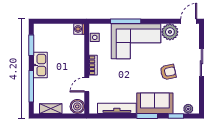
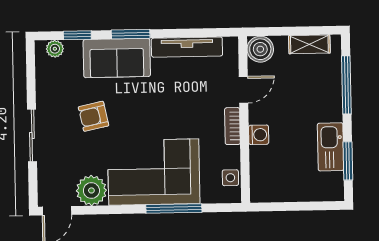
washing machine: (79, 29) -> (259, 135), moved
kitchen sink: (40, 65) -> (331, 147), moved

